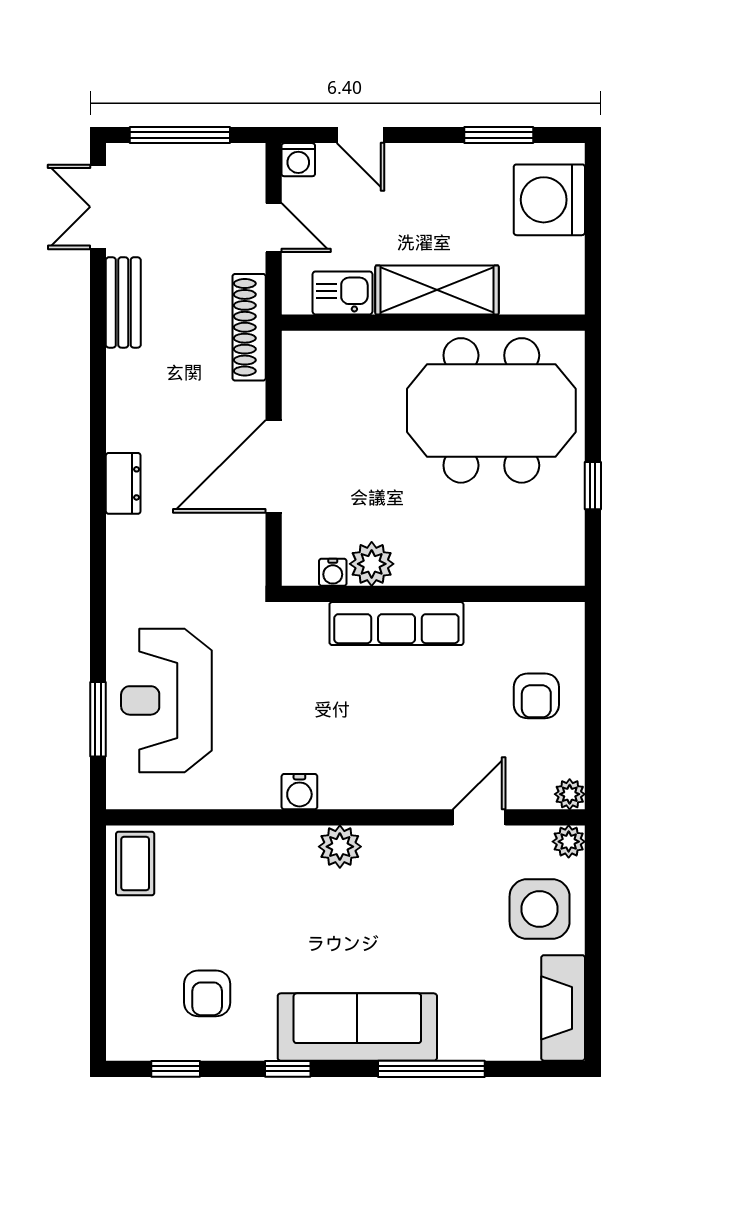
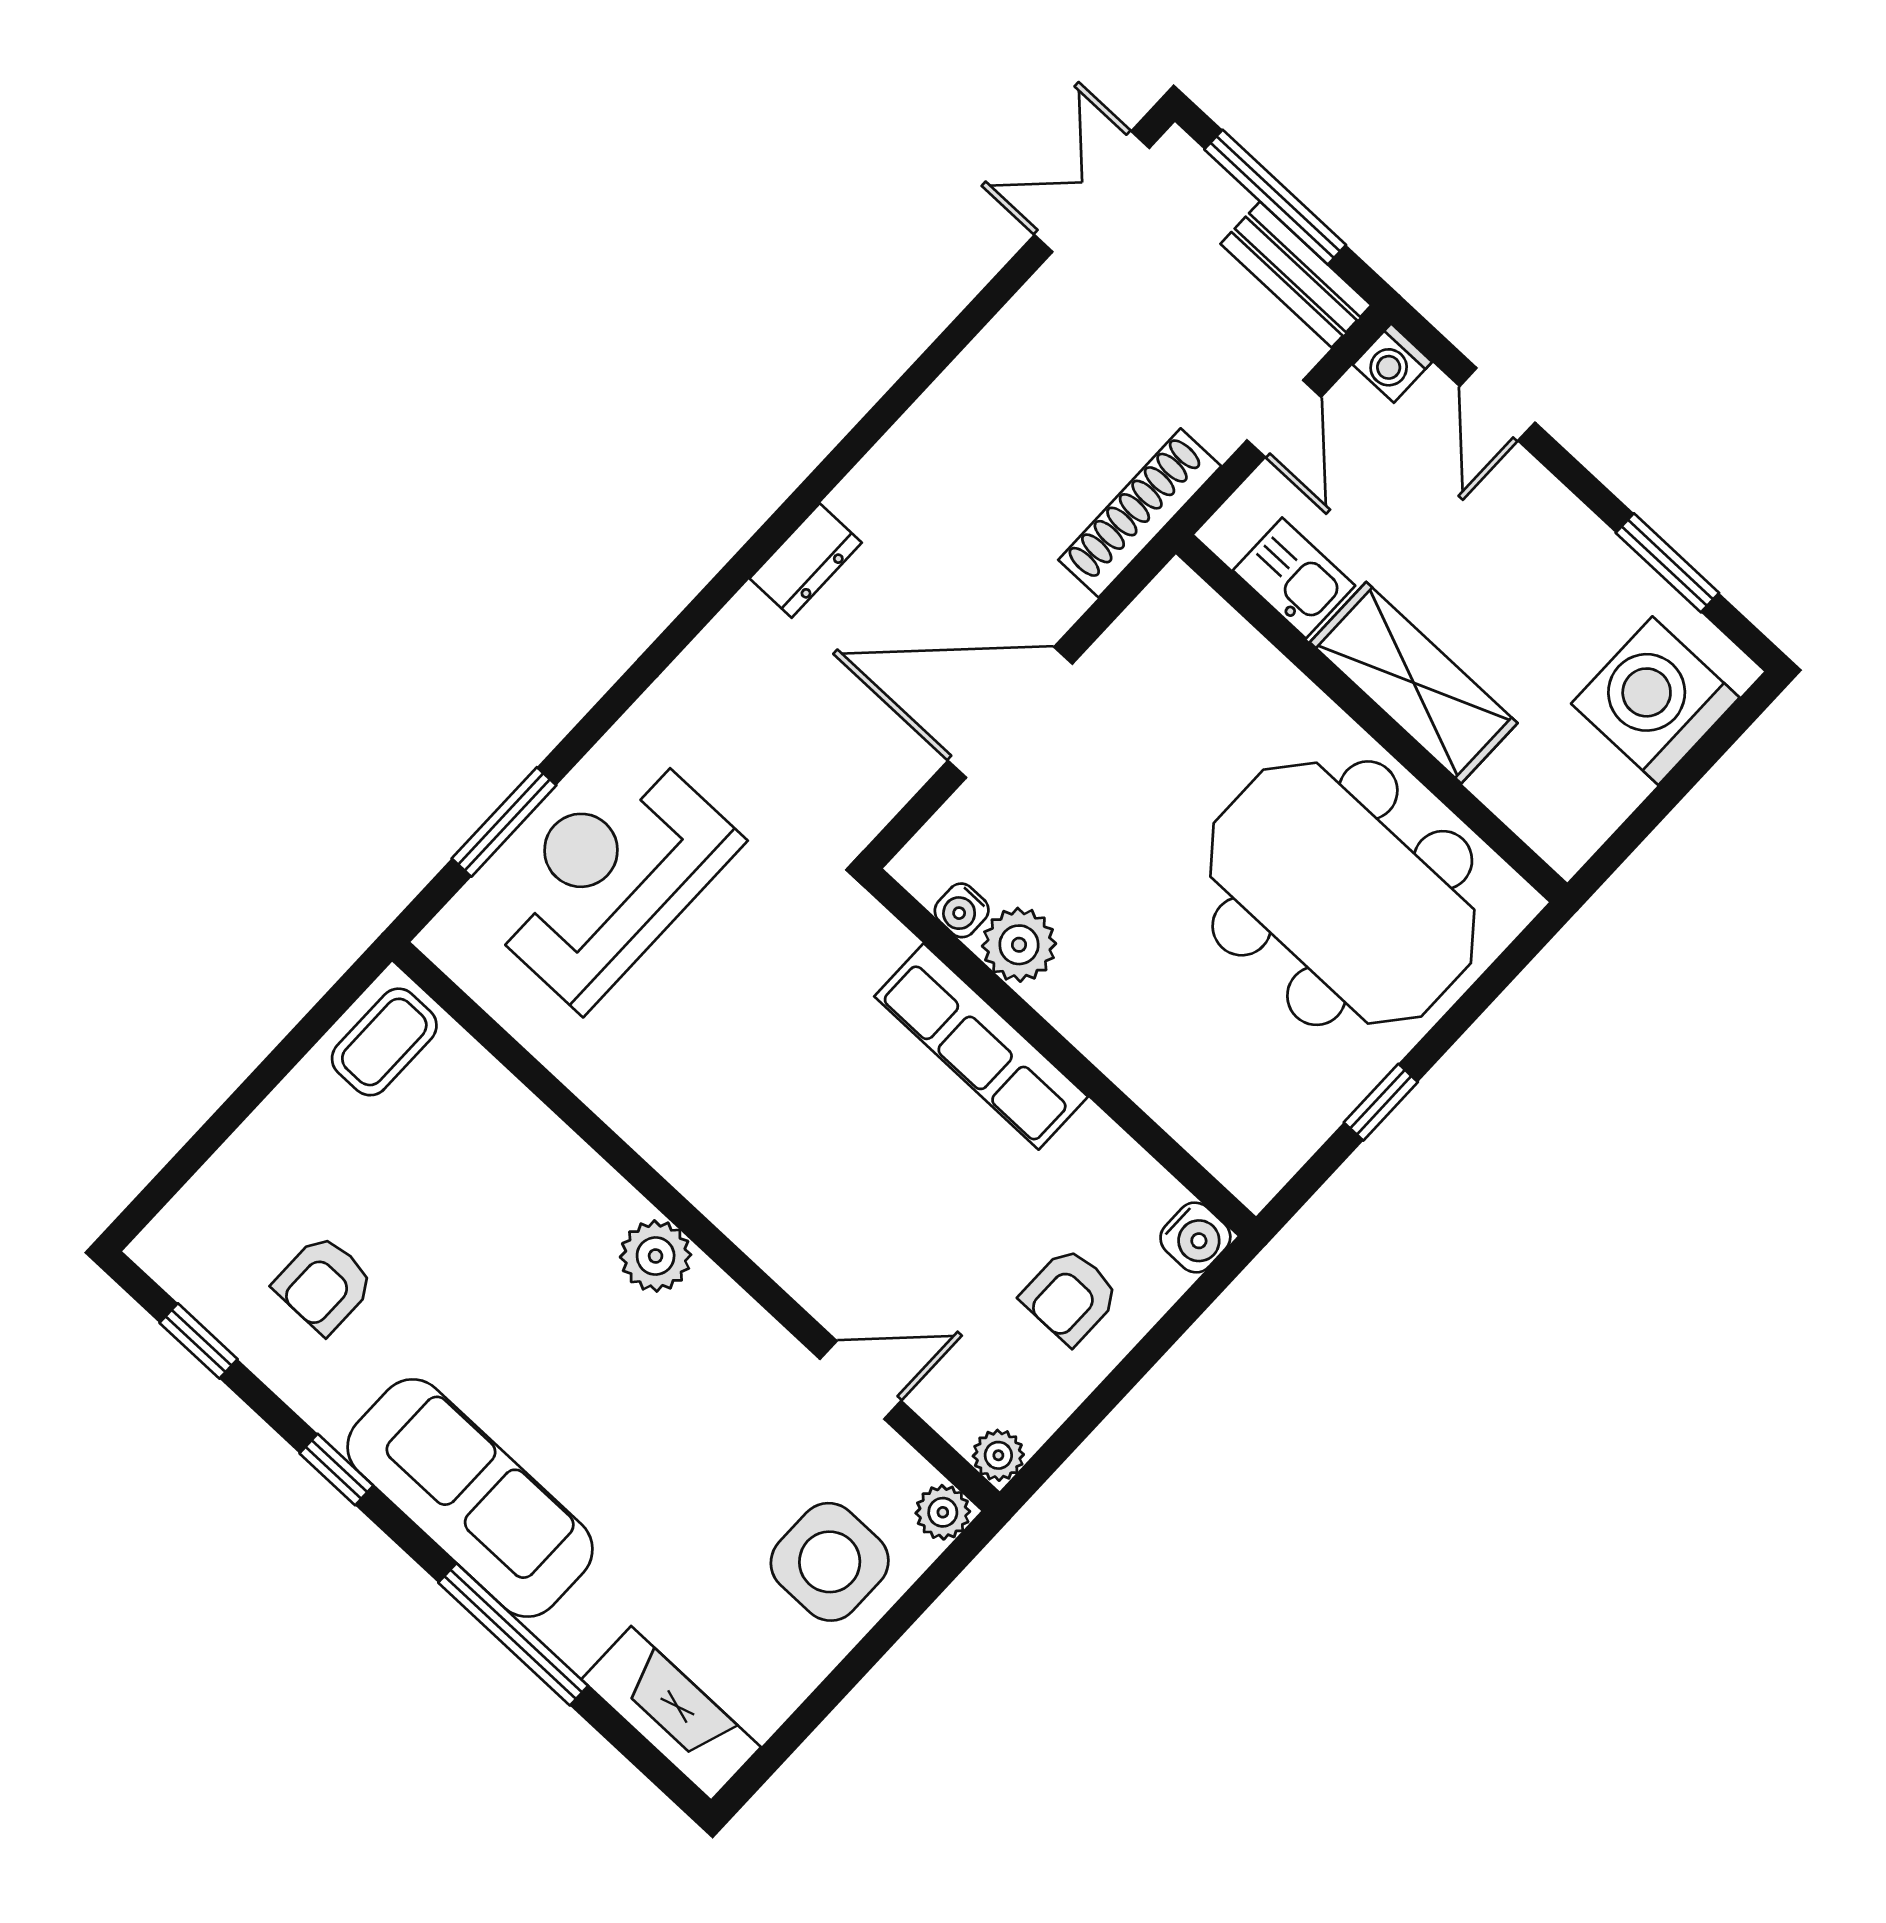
bench: (123, 302) -> (1296, 275), moved, turned 90
water cooler: (299, 792) -> (1195, 1238), moved, turned -90
fireplace: (563, 1008) -> (671, 1713), moved, turned 90

